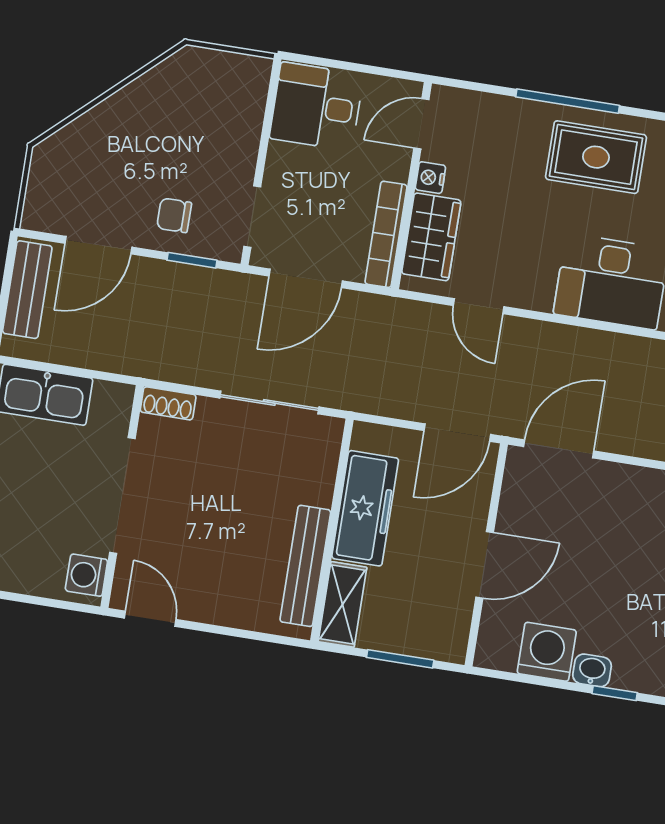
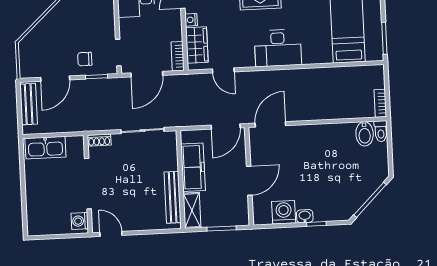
bookcase: (386, 234) -> (178, 56), width x0.64

